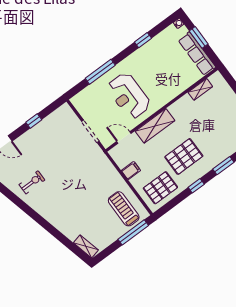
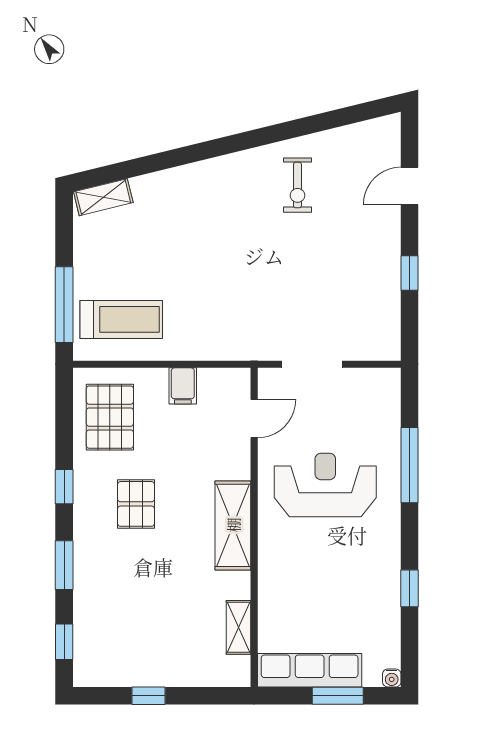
shelving: (155, 126) -> (233, 525), moved
pallet: (184, 156) -> (136, 504), width x0.67, depth x0.71

